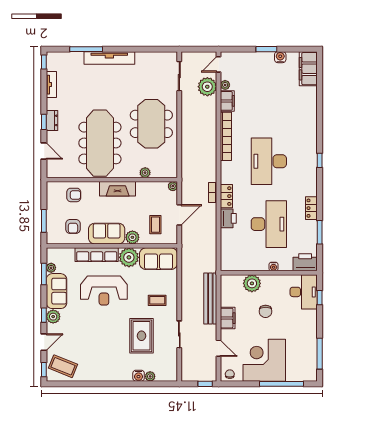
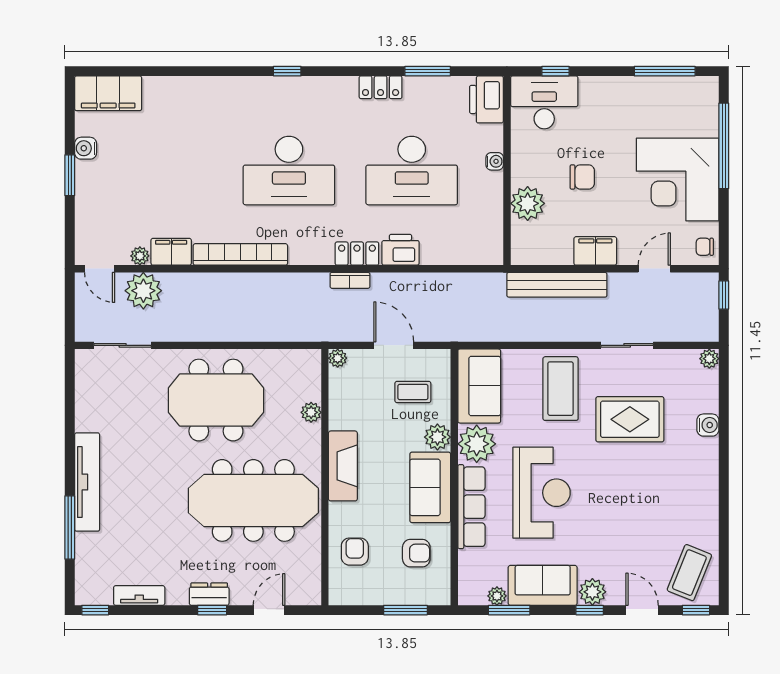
desk: (269, 224) -> (412, 171), turned 180
coffee table: (157, 300) -> (561, 389), width x1.86, depth x1.72
plant: (150, 376) -> (709, 359), moved

